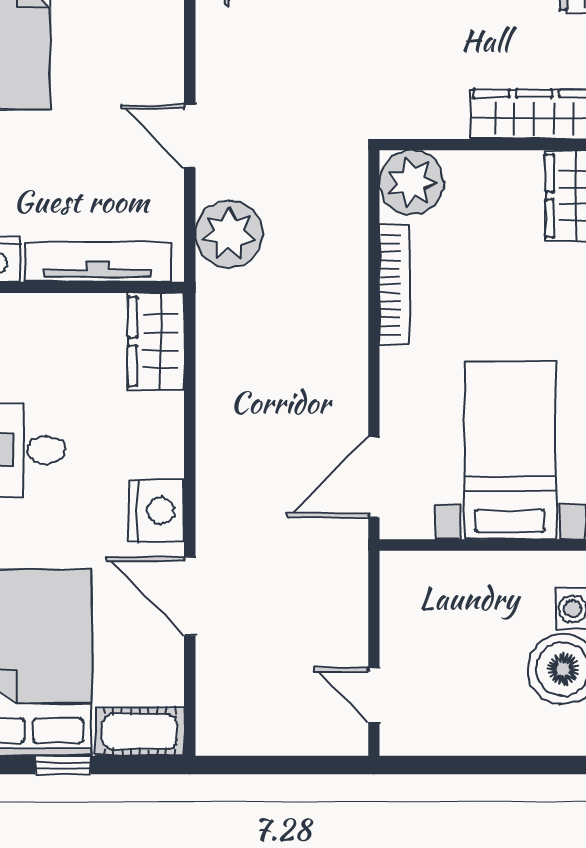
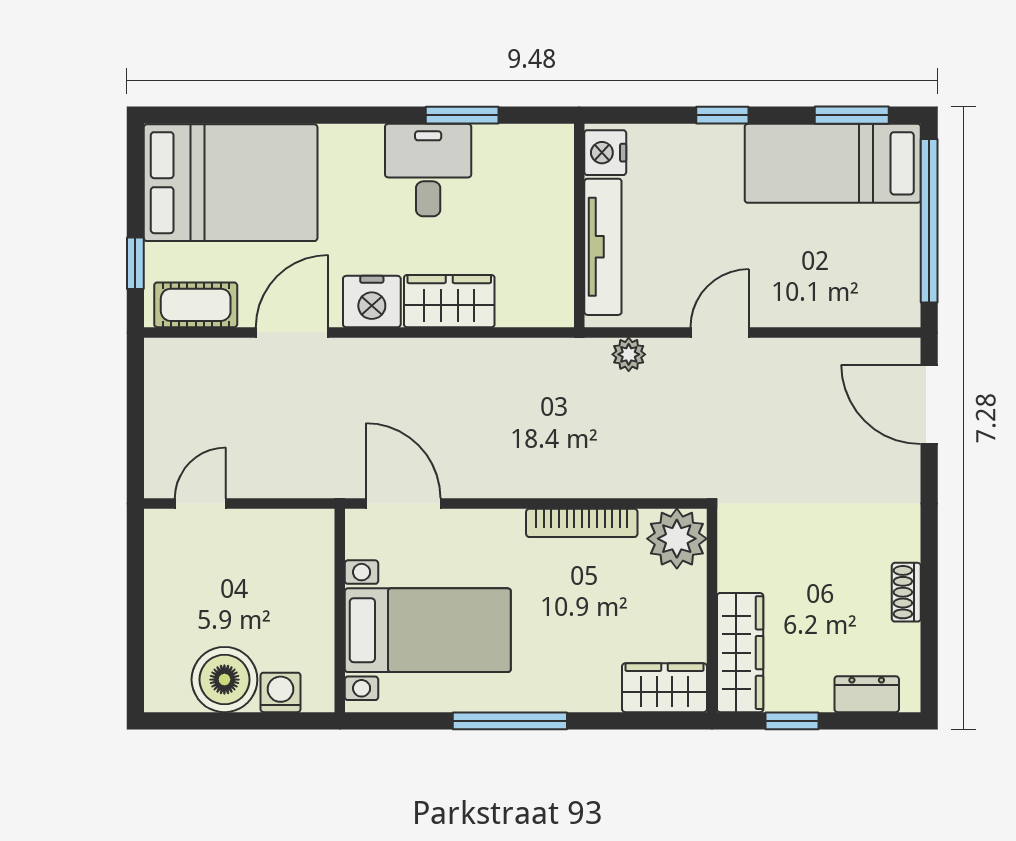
plant: (229, 234) -> (629, 354), width x0.53, depth x0.53
wardrobe: (156, 342) -> (449, 301), moved
cot: (140, 732) -> (196, 305), moved, turned 90
window: (63, 765) -> (135, 263), moved

